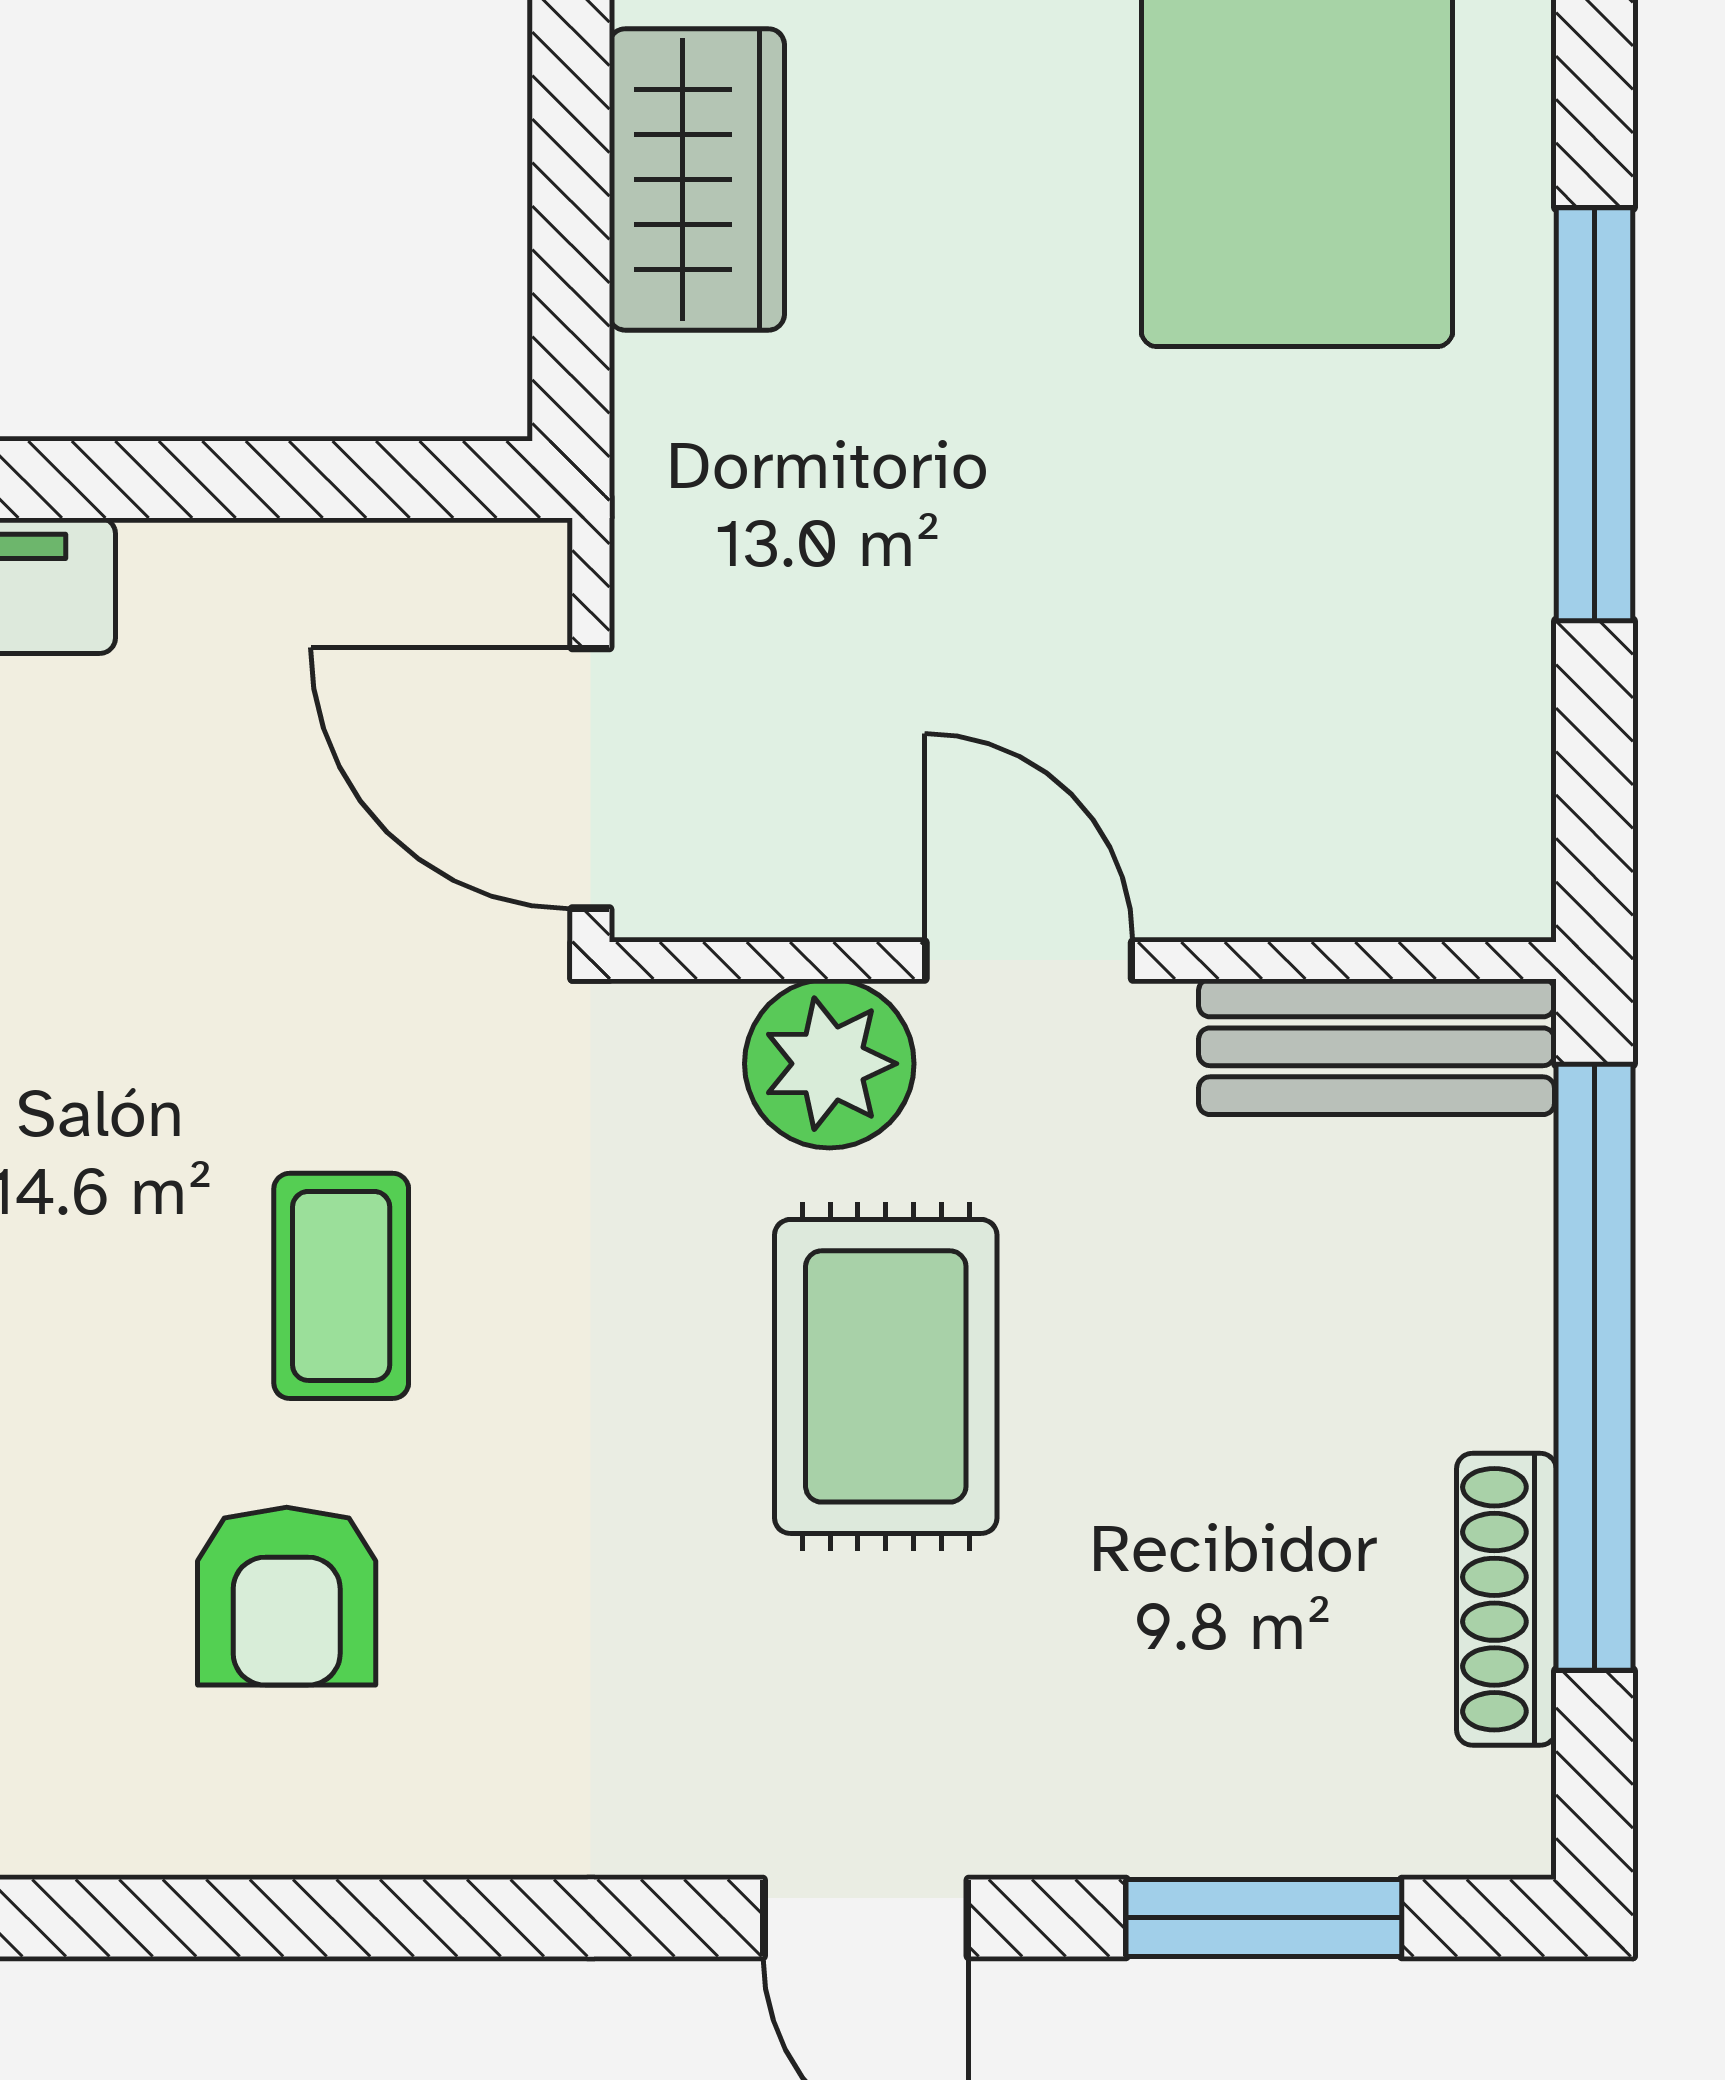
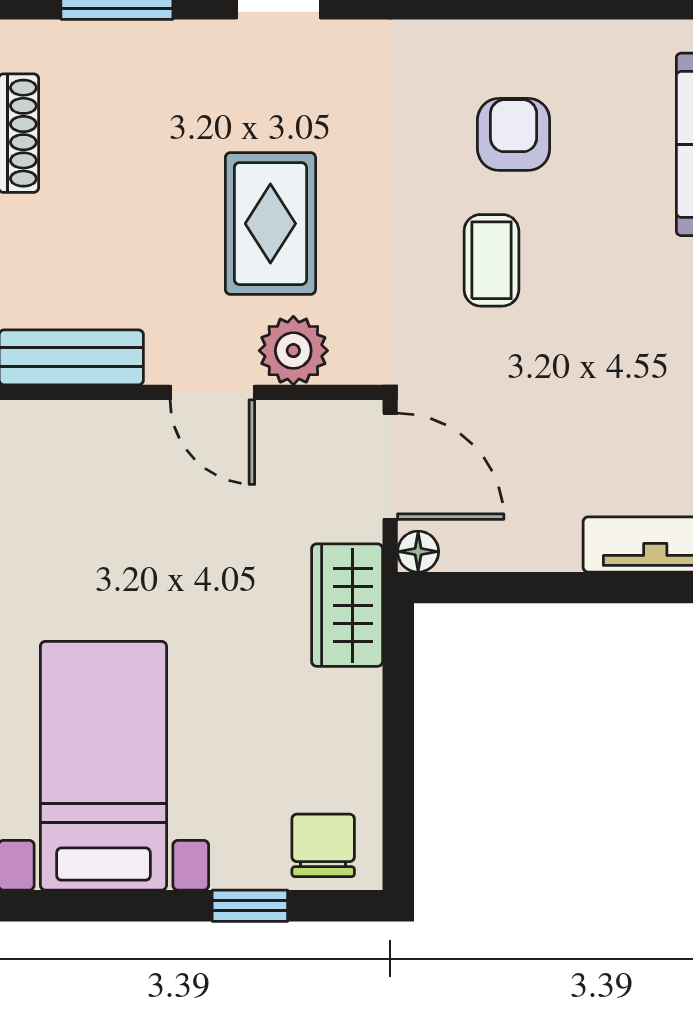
wardrobe: (697, 179) -> (347, 605), moved
floor lamp: (522, 568) -> (418, 552), added

